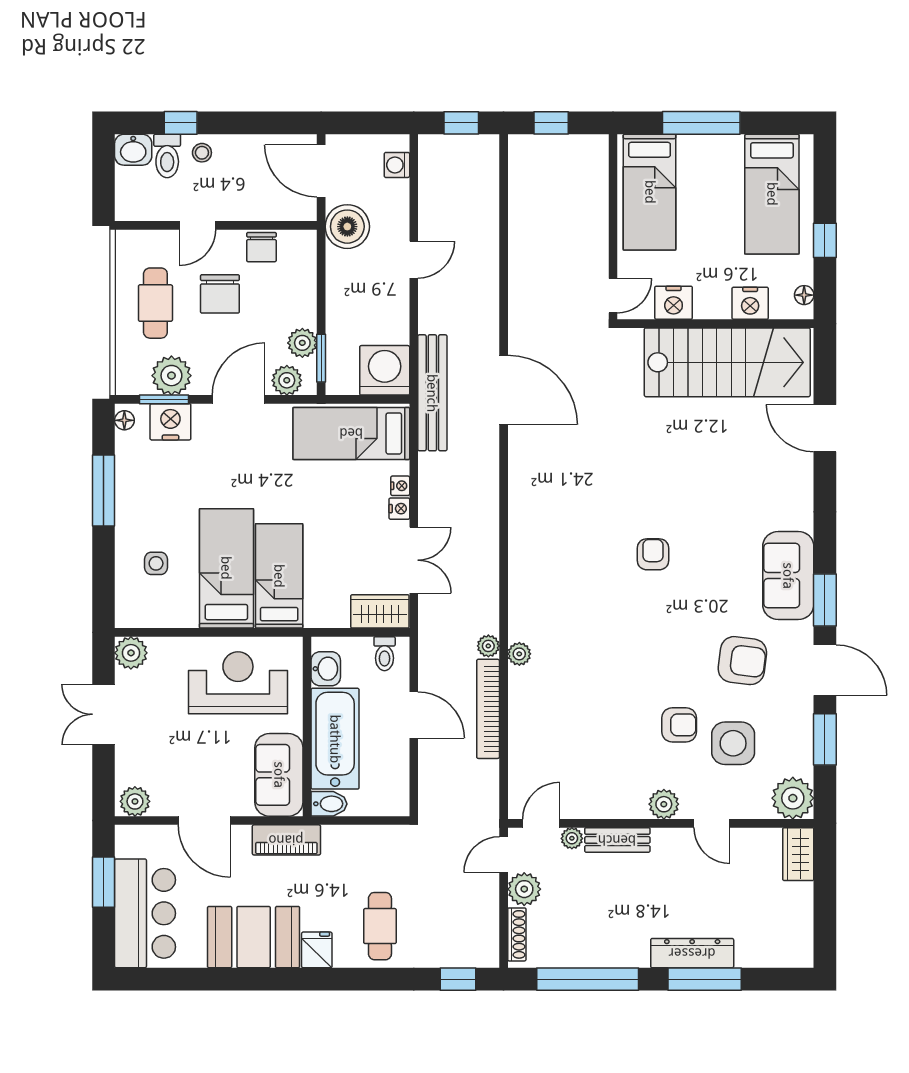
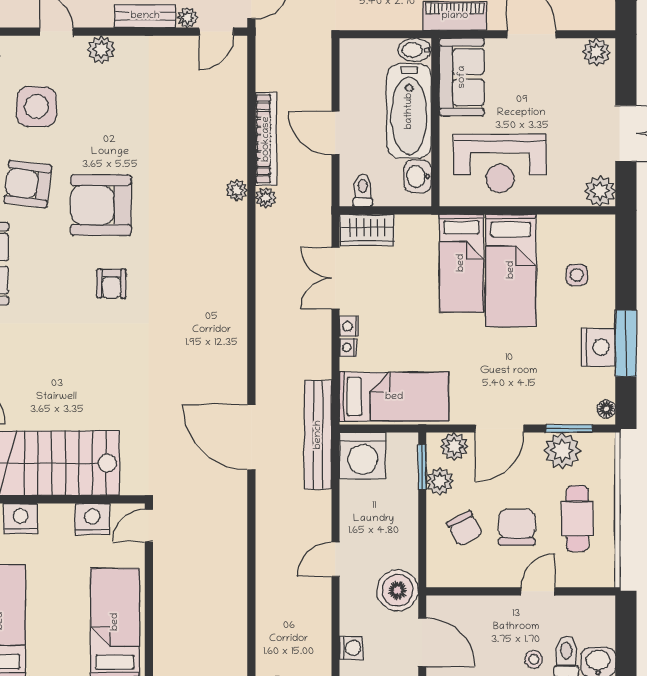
chair: (261, 247) -> (465, 529), moved, turned 152
nightstand: (170, 422) -> (598, 347), moved, turned -90
armchair: (679, 725) -> (101, 205), moved, width x1.88, depth x1.88

